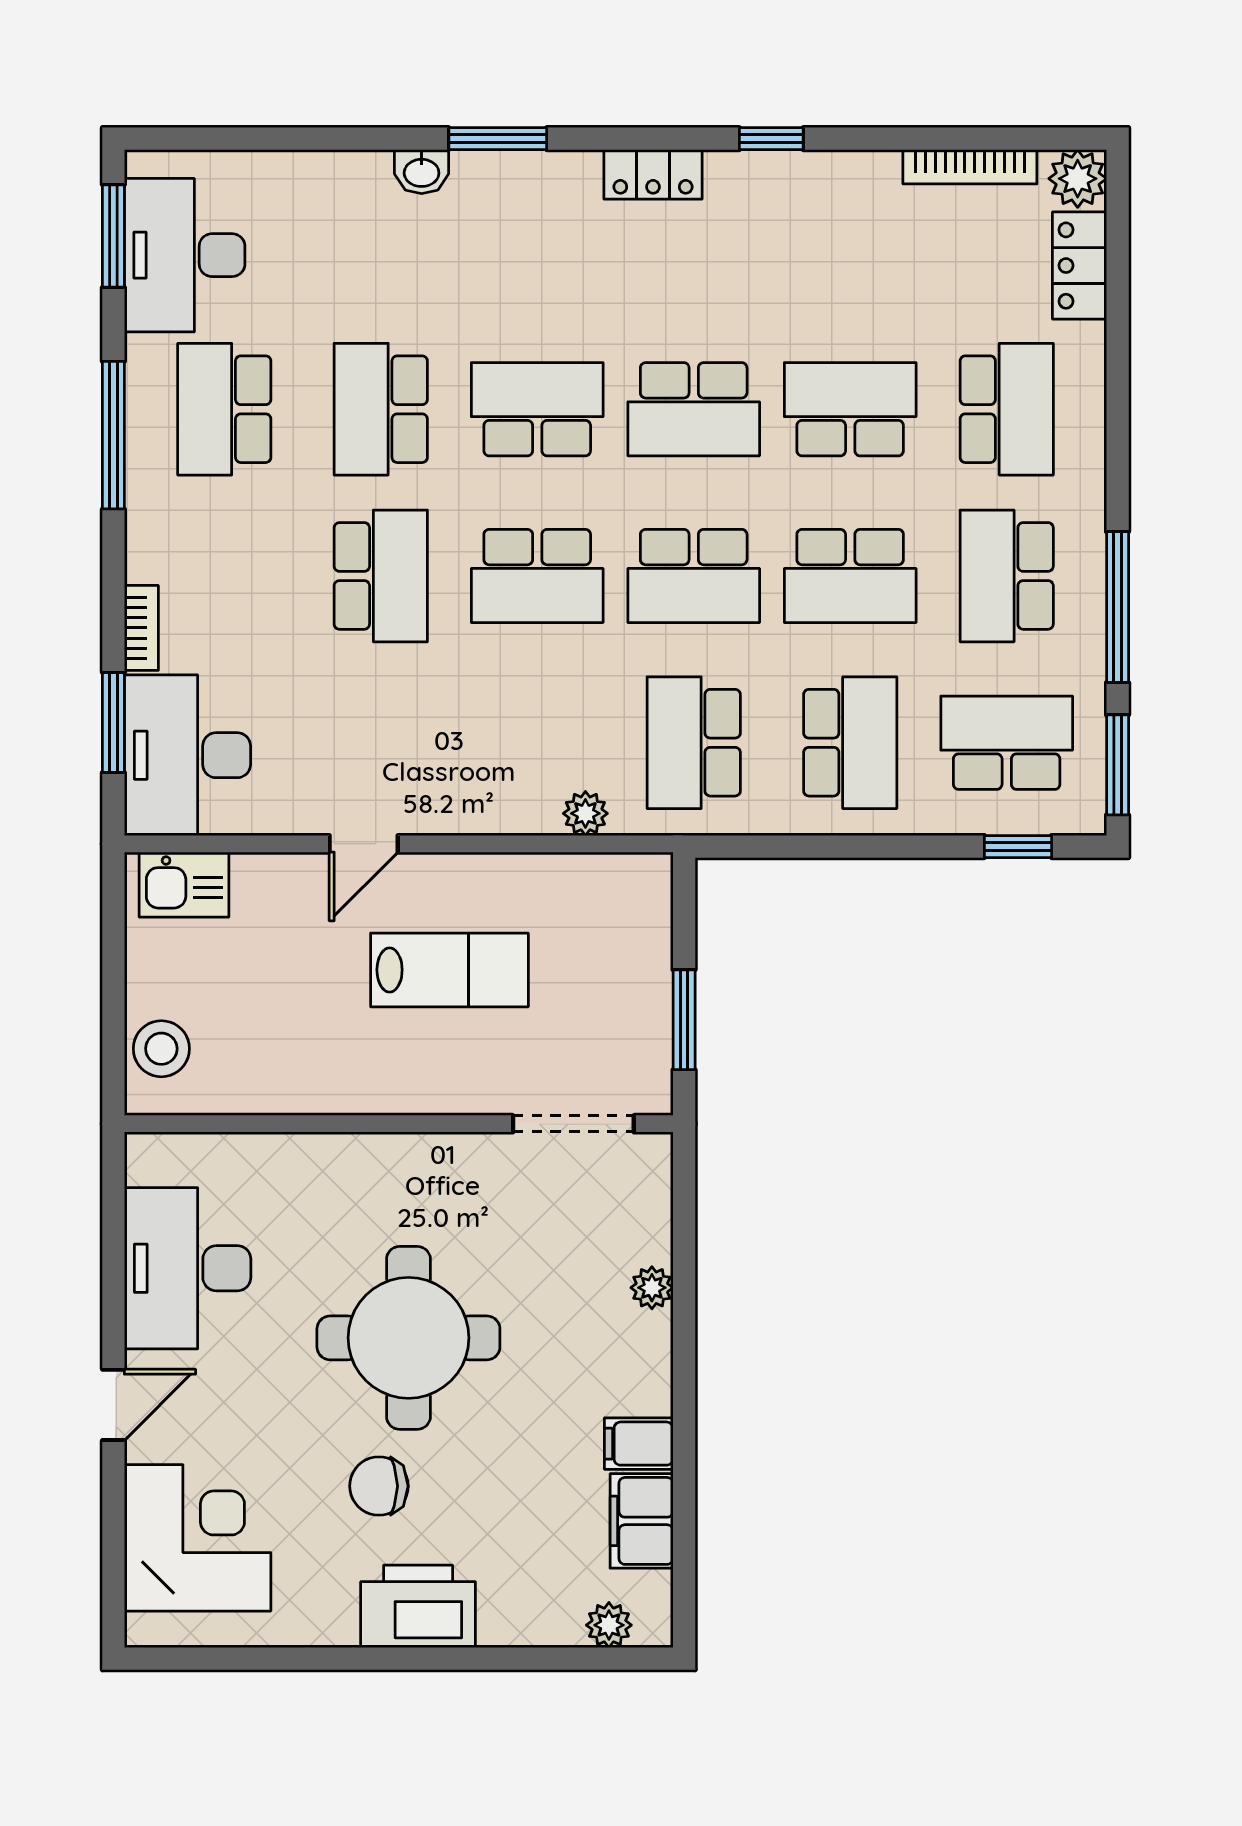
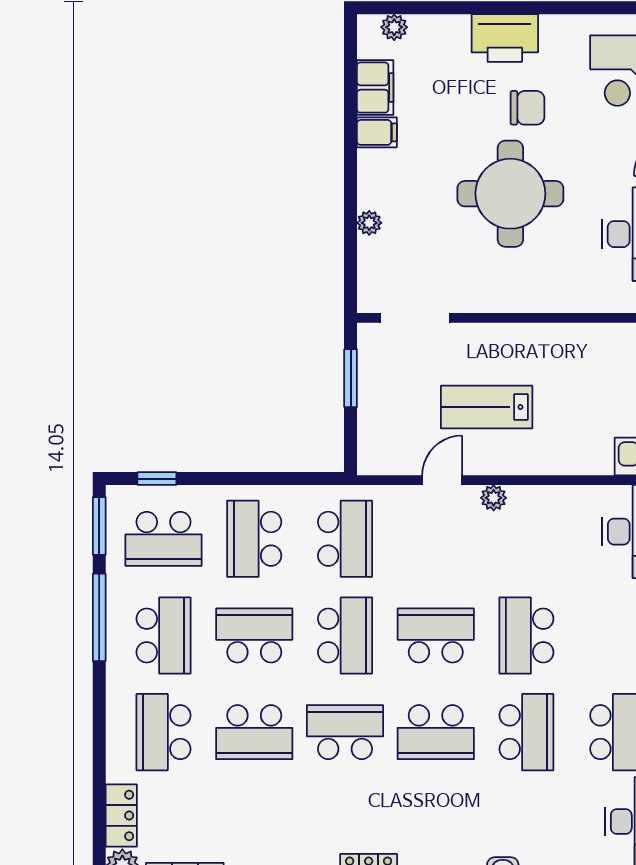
school desk: (694, 576) -> (345, 635), turned 90
plant: (585, 813) -> (494, 498), moved
door: (364, 844) -> (442, 480), moved

